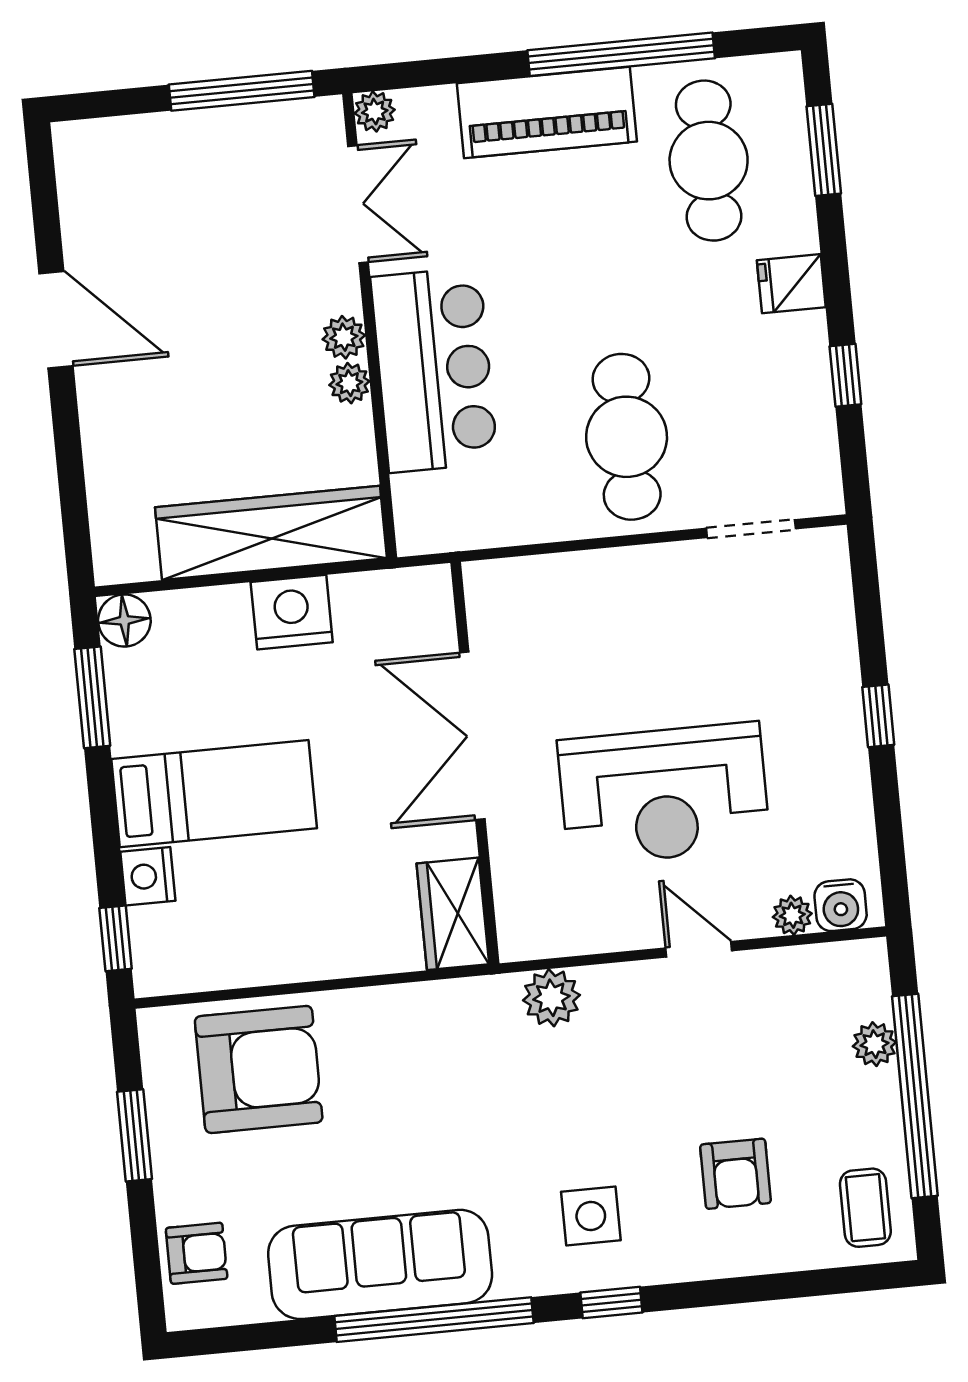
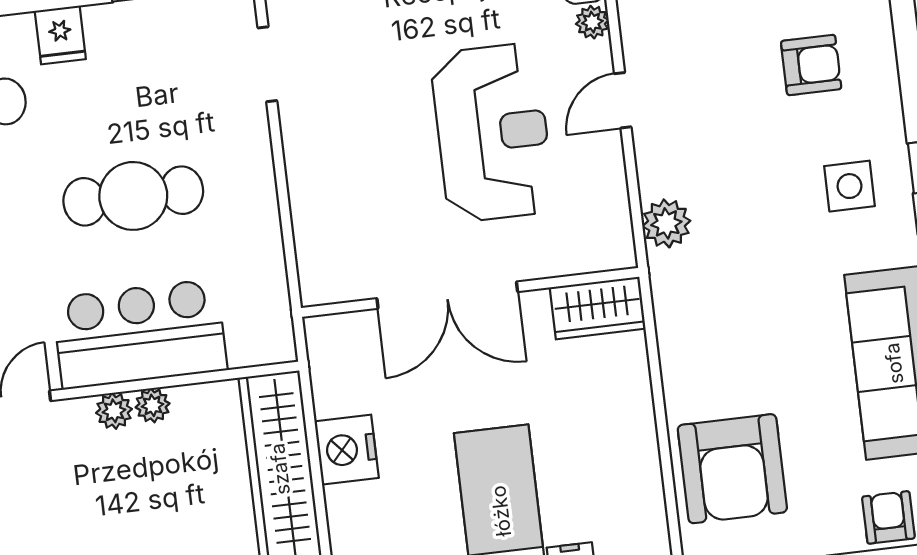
cafe table: (627, 437) -> (133, 196), moved
armchair: (259, 1069) -> (732, 469), turned 180

